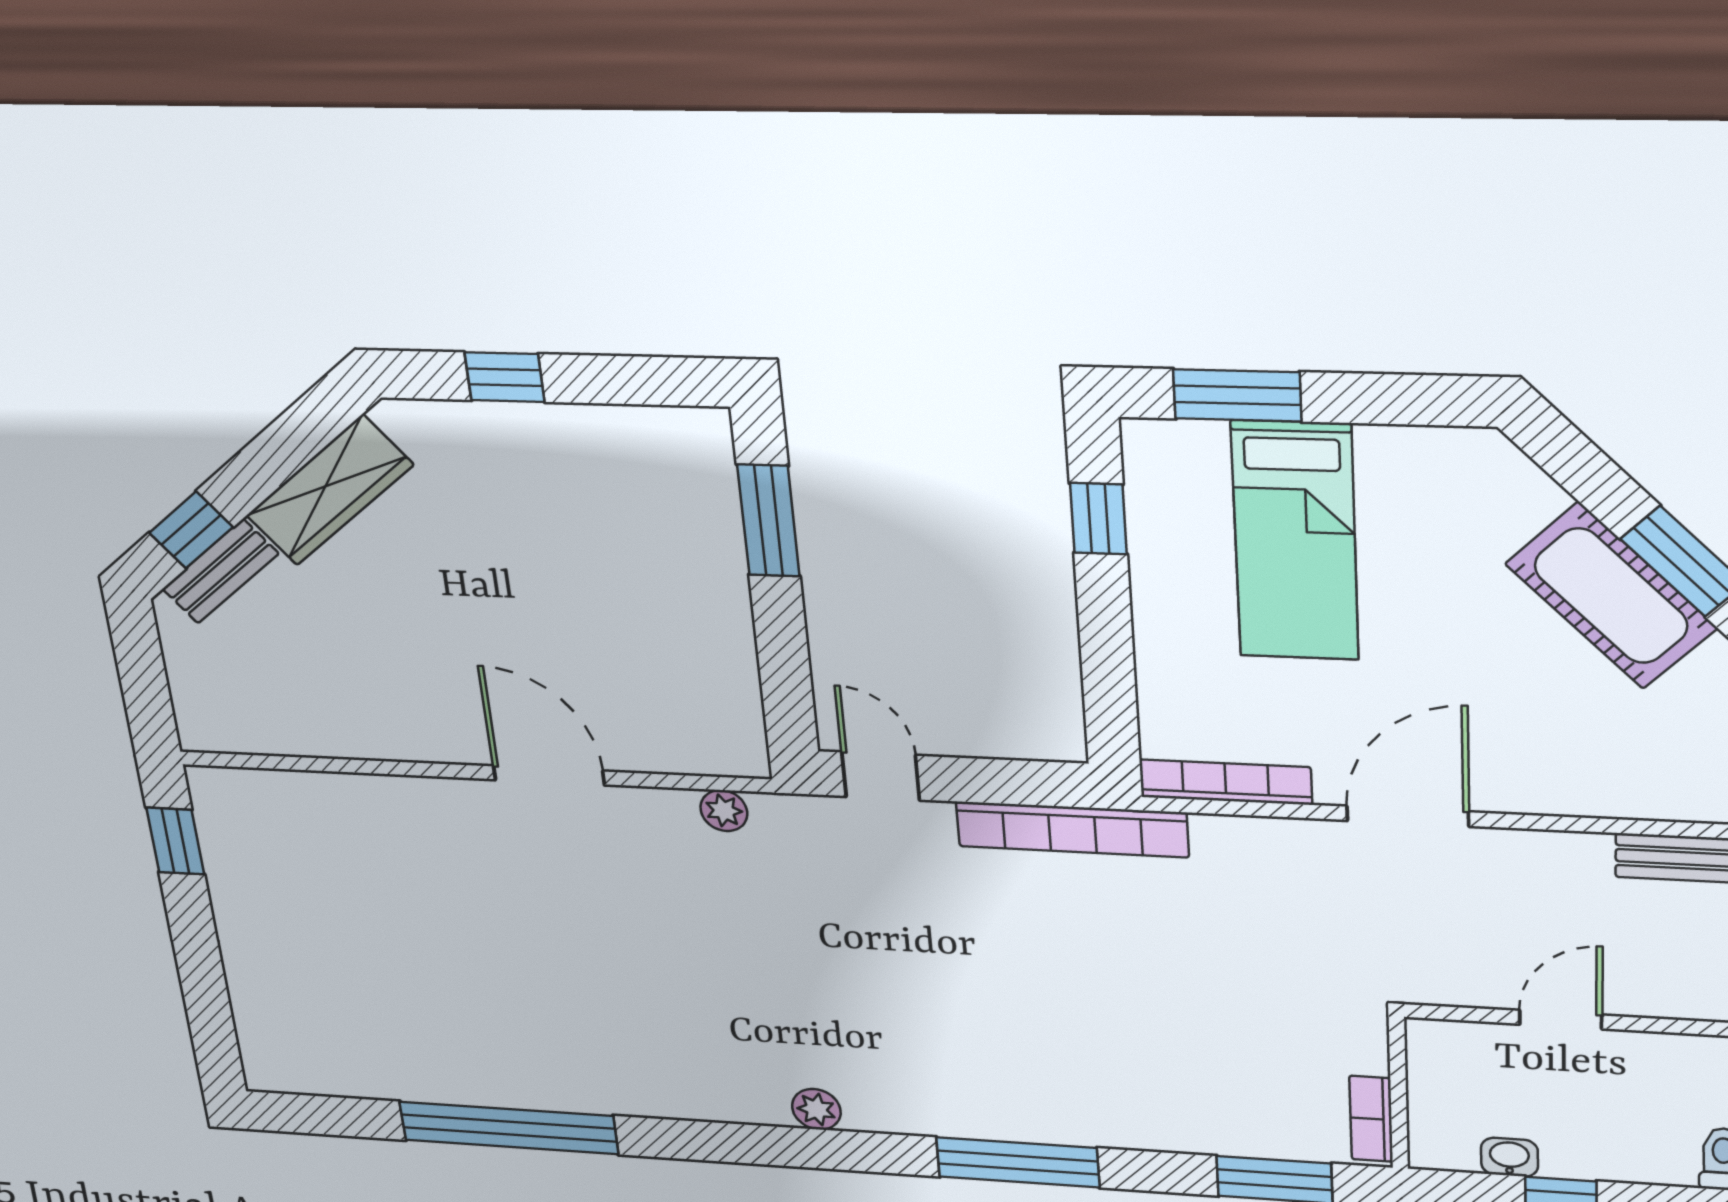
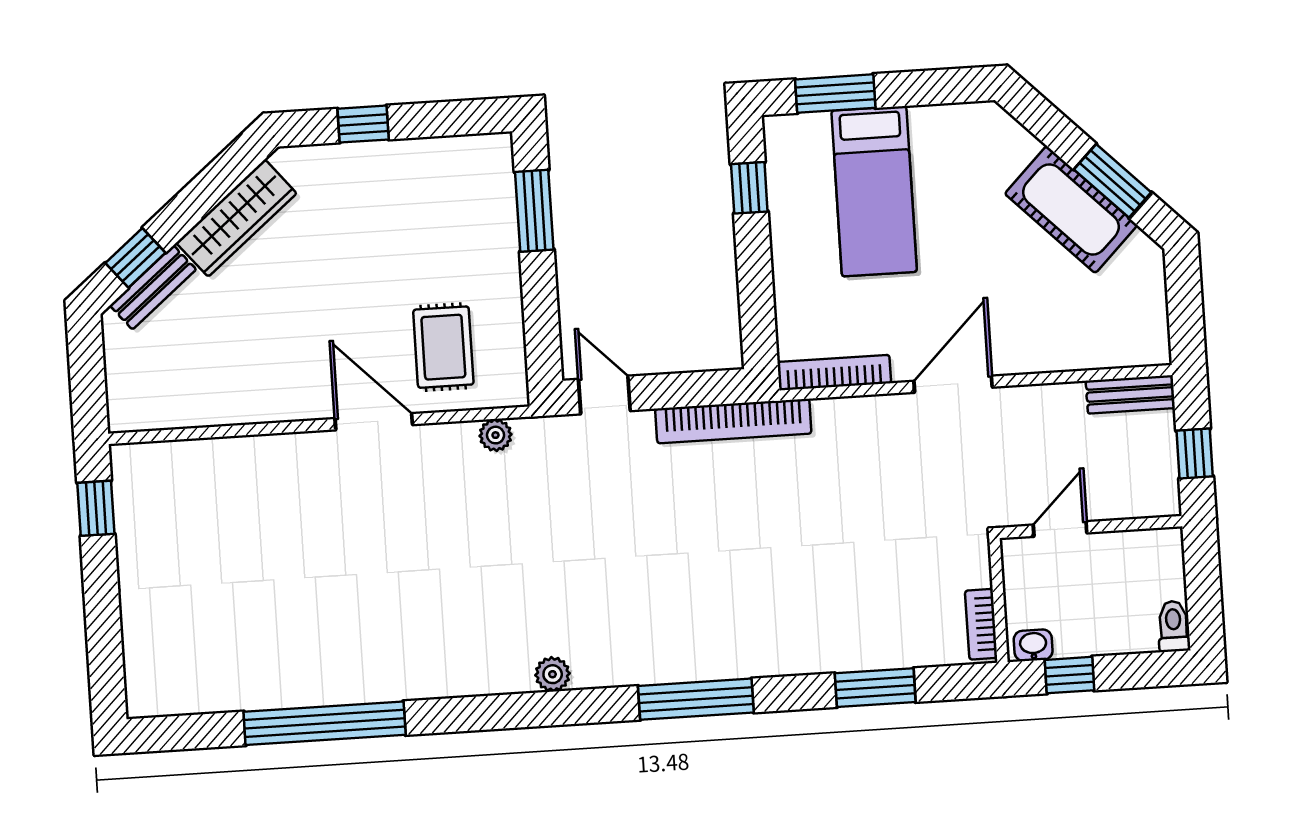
rug: (643, 690) -> (443, 347), added
wall: (1398, 1093) -> (998, 600), moved
bookcase: (1371, 1119) -> (981, 624), moved

